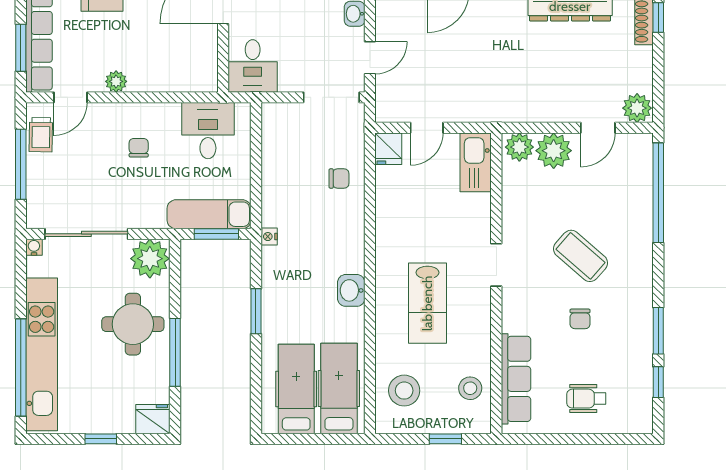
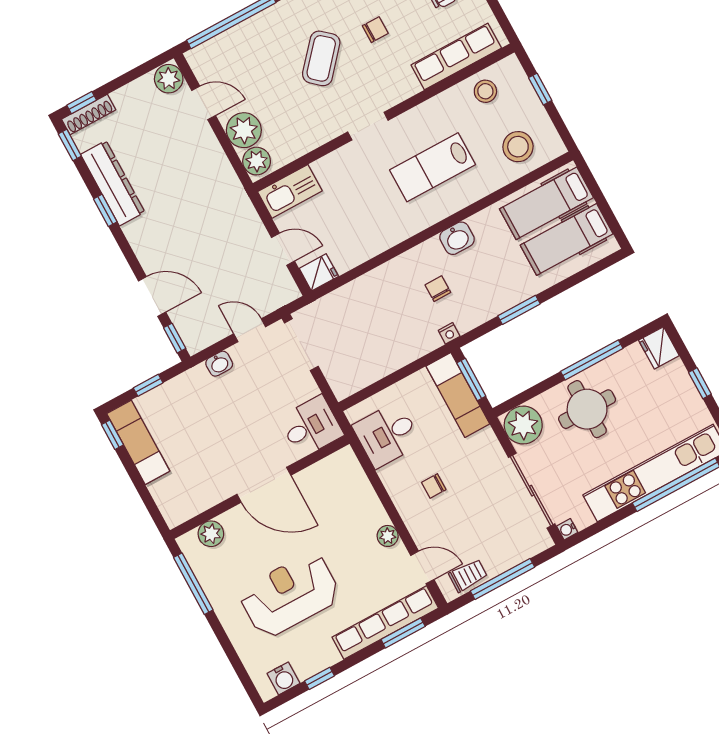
chair: (339, 179) -> (438, 289), moved
lab bench: (427, 303) -> (432, 167), turned 180

